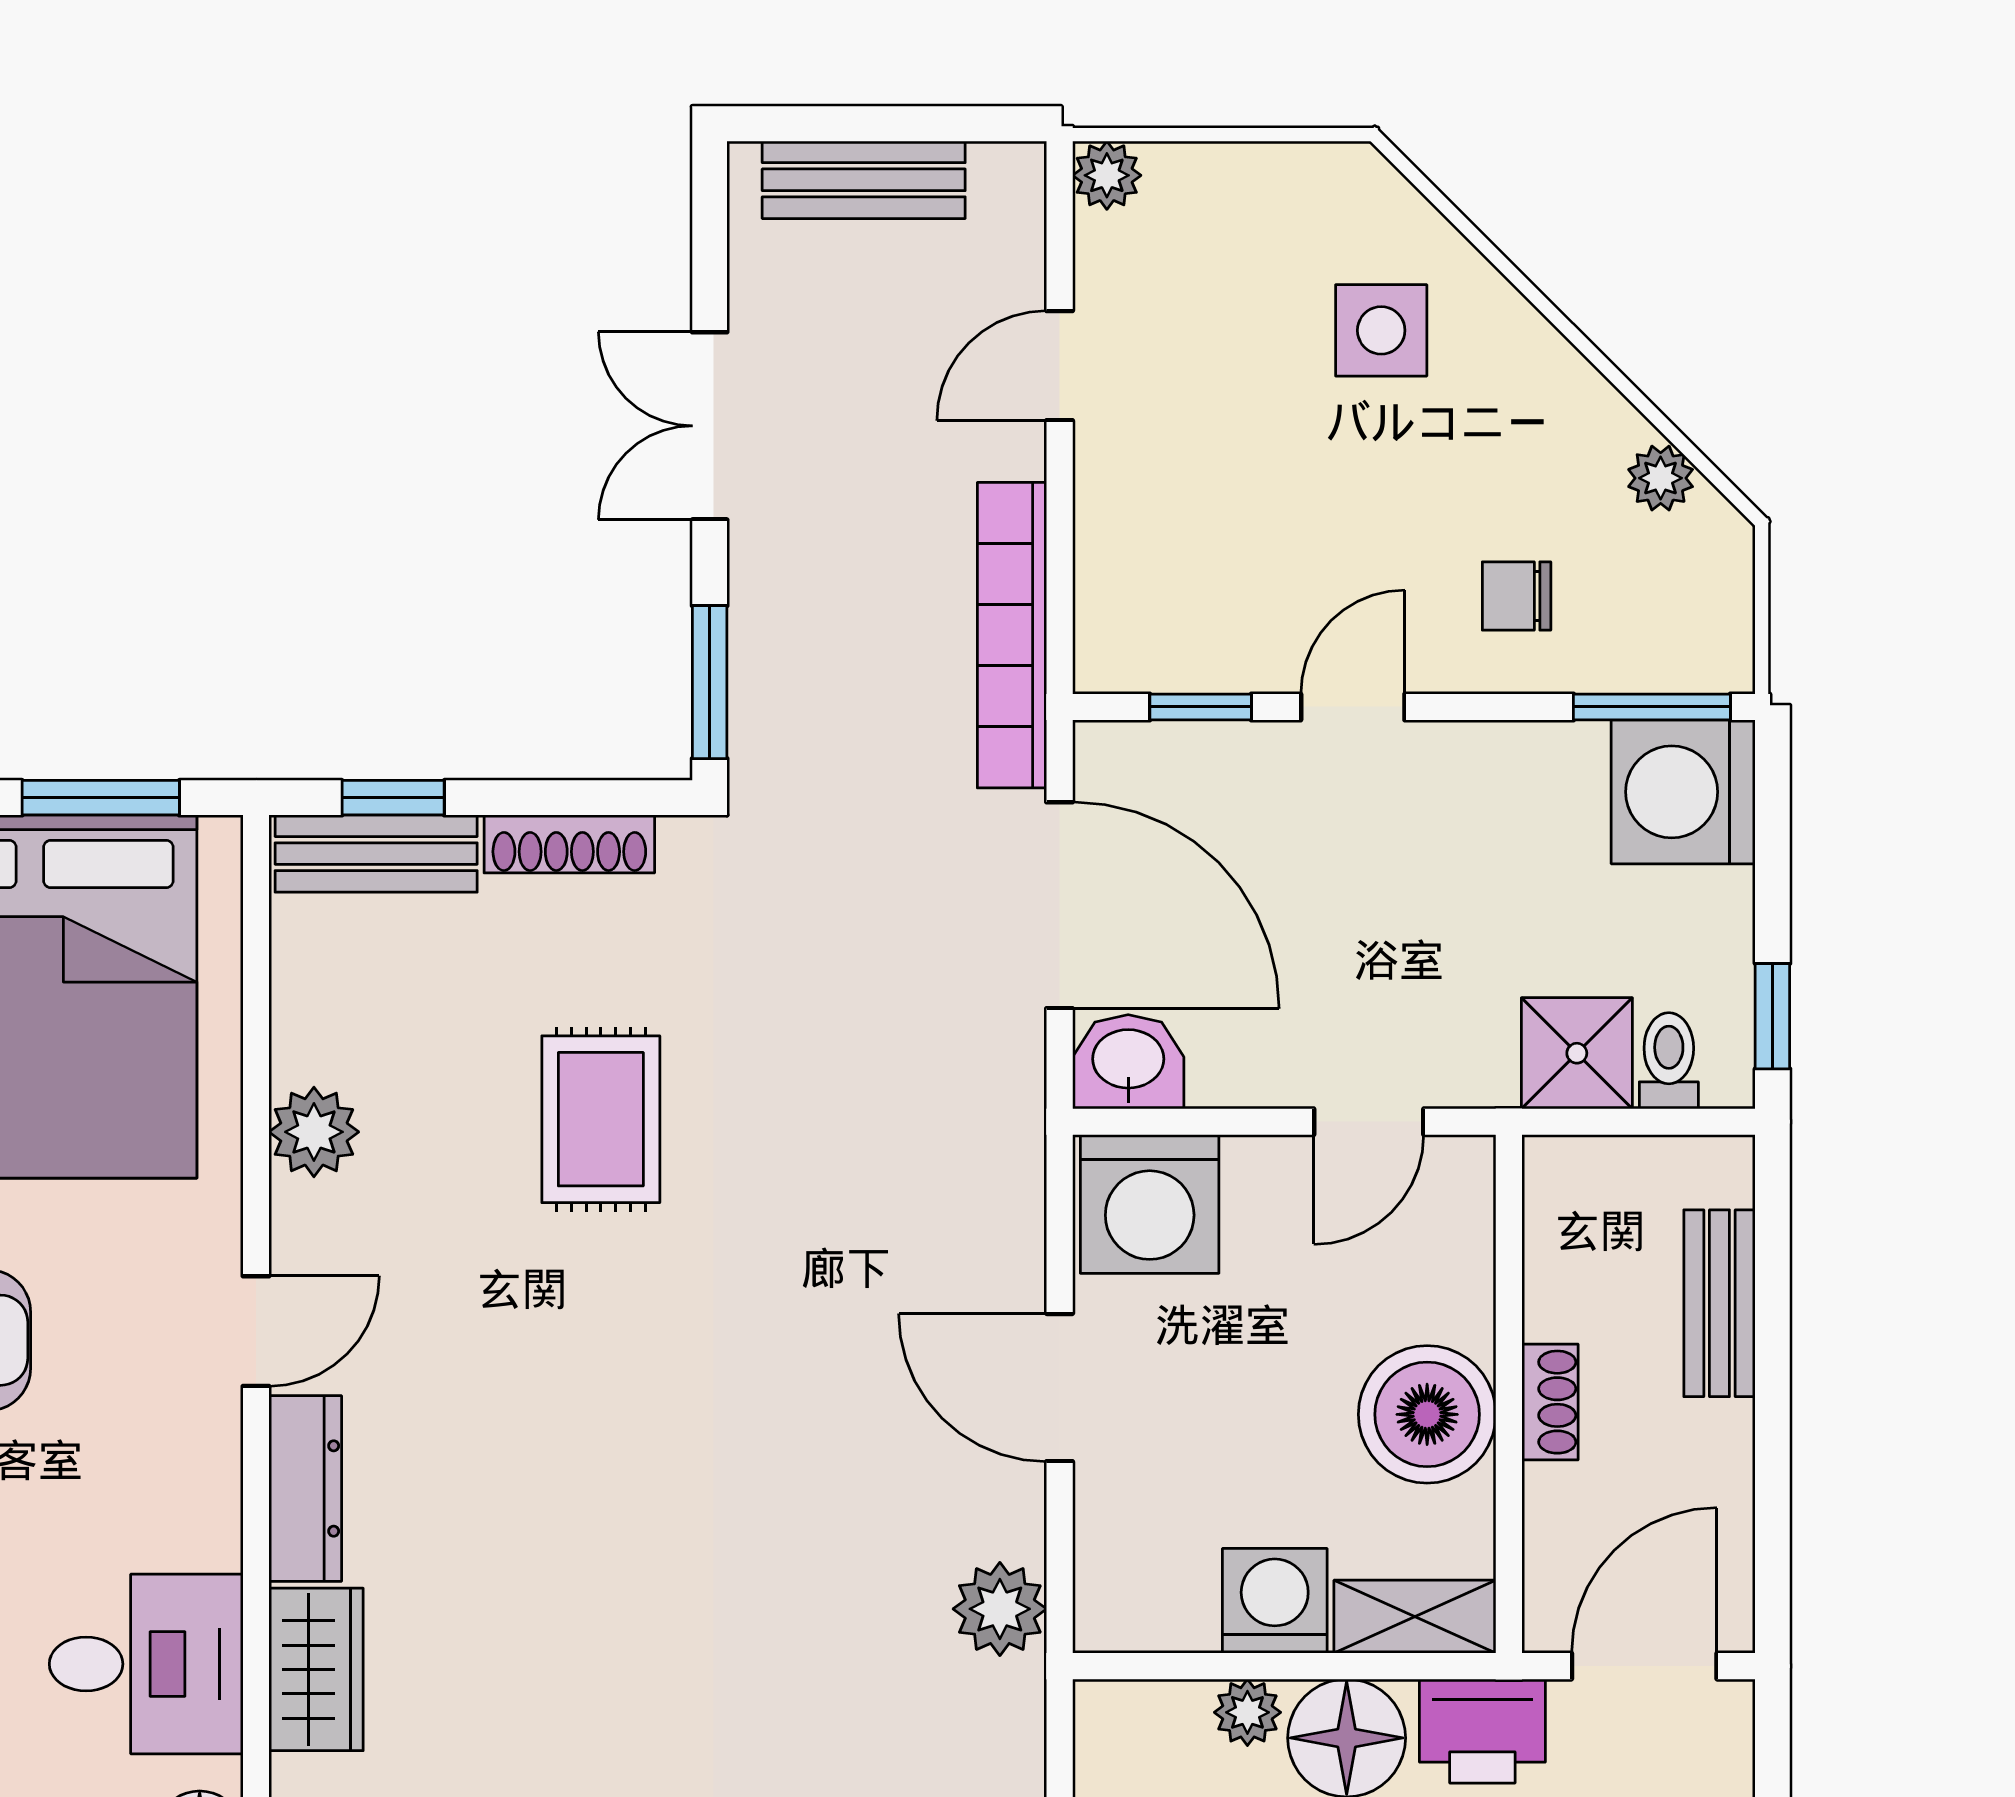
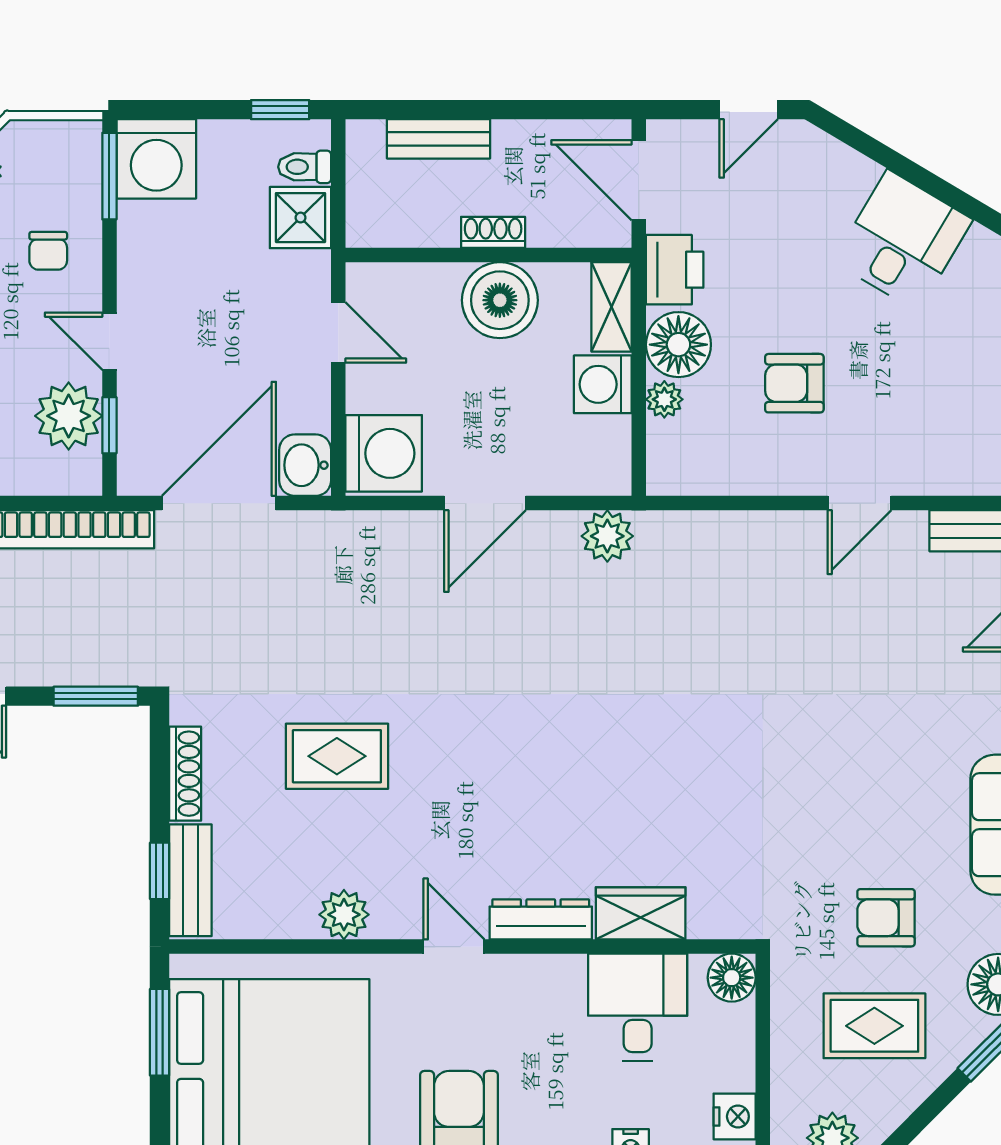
plant: (1217, 633) -> (69, 416), added

